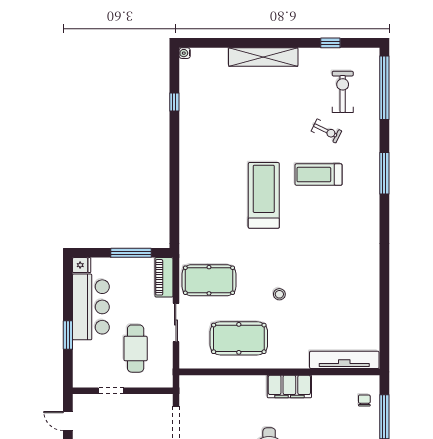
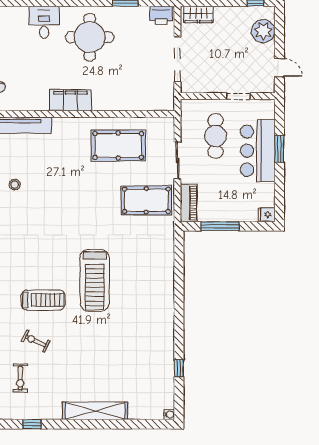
exercise bike: (343, 92) -> (20, 378), width x0.73, depth x0.72
stool: (279, 294) -> (15, 185), moved
bar counter: (91, 307) -> (258, 151), moved

